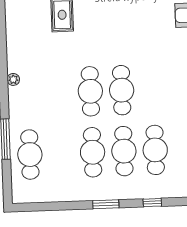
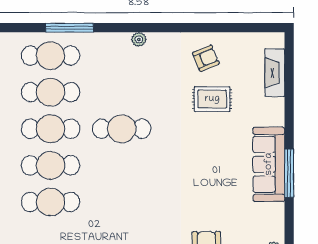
armchair: (27, 21) -> (206, 58), added
cafe table: (122, 90) -> (50, 92), moved

